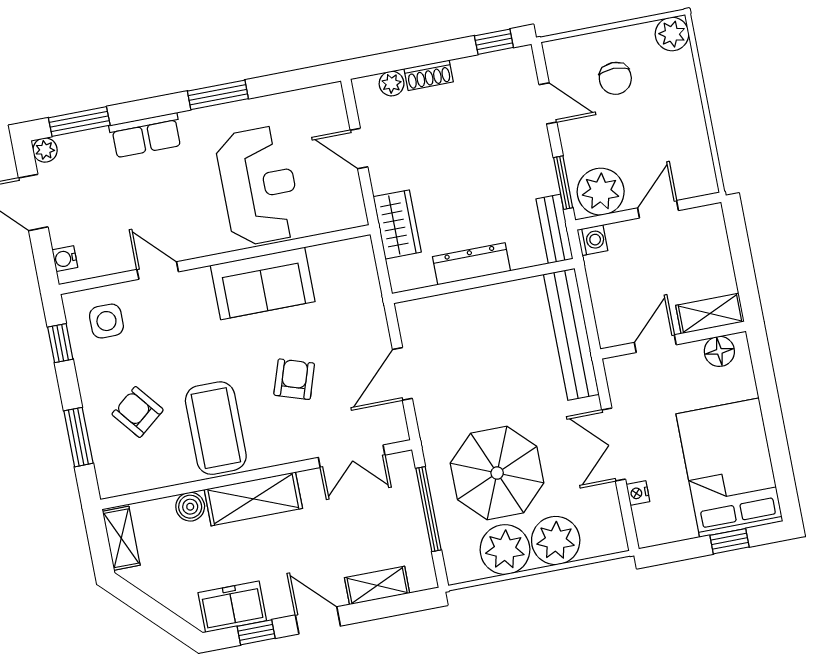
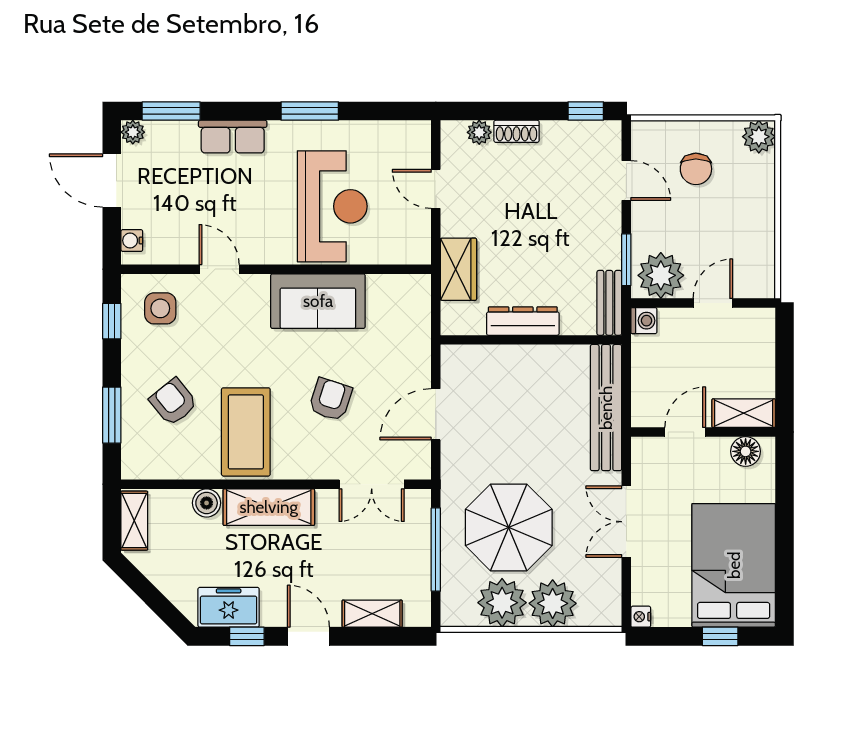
nightstand: (638, 493) -> (641, 617), moved

